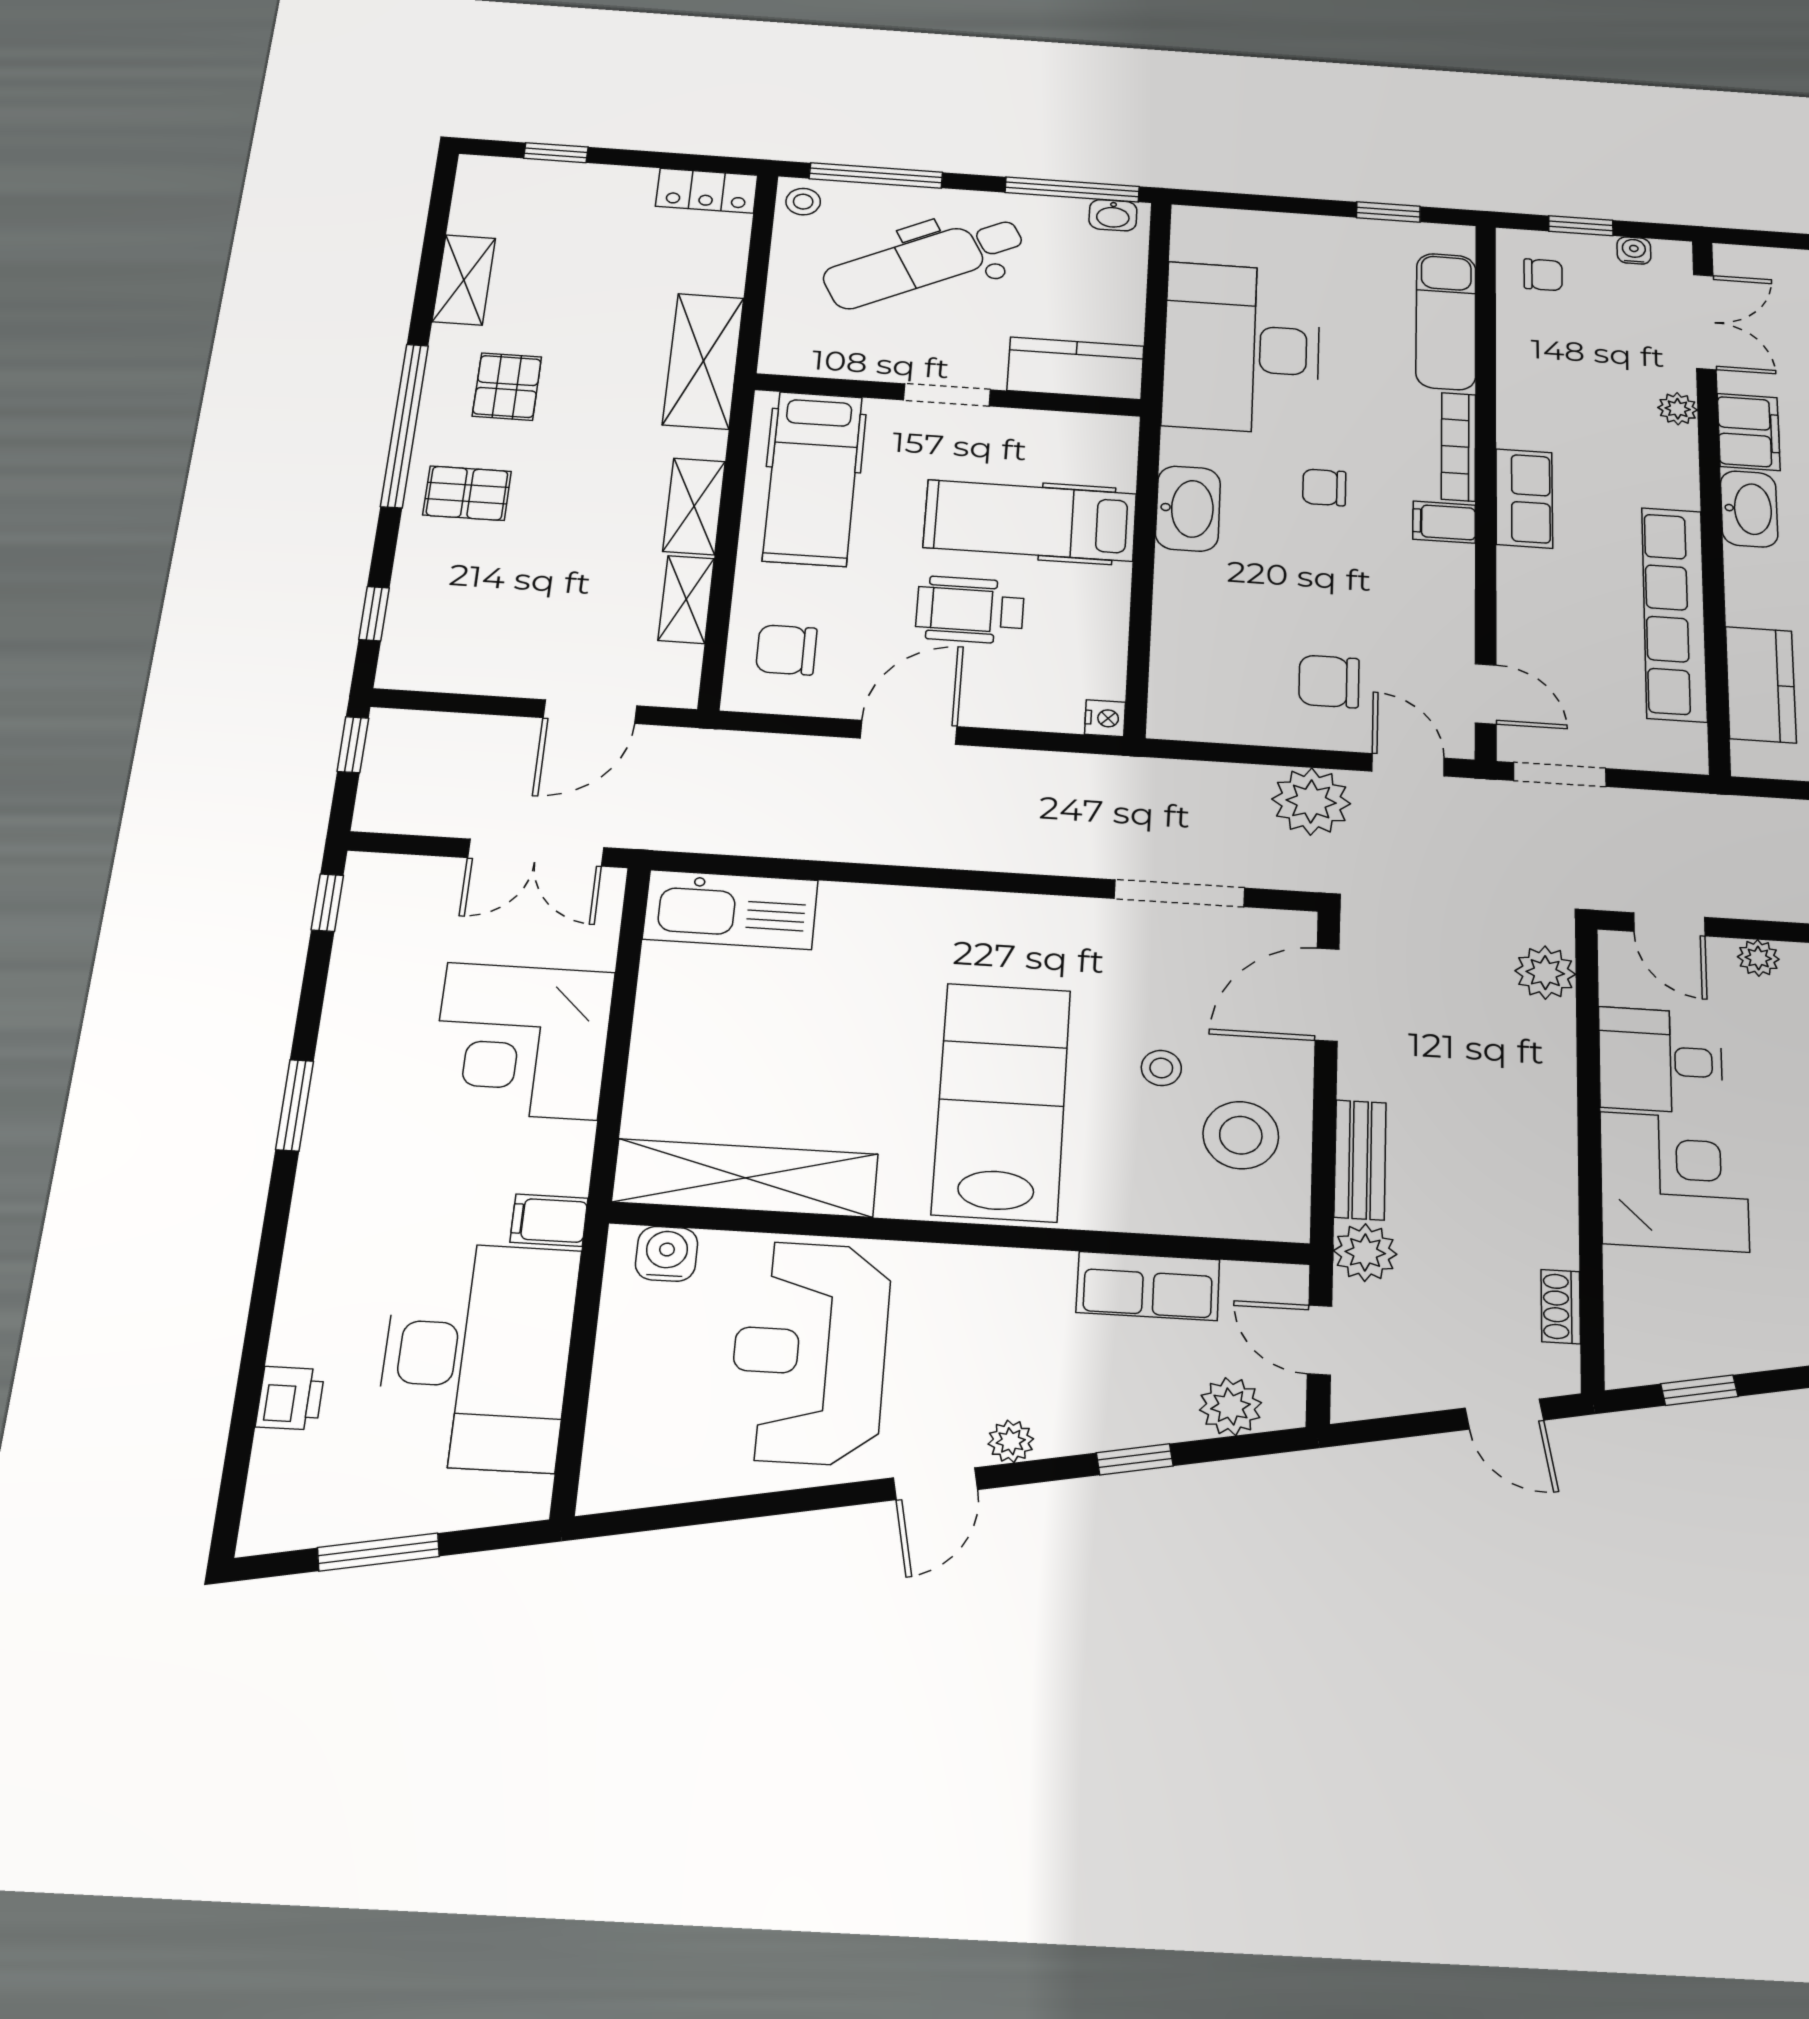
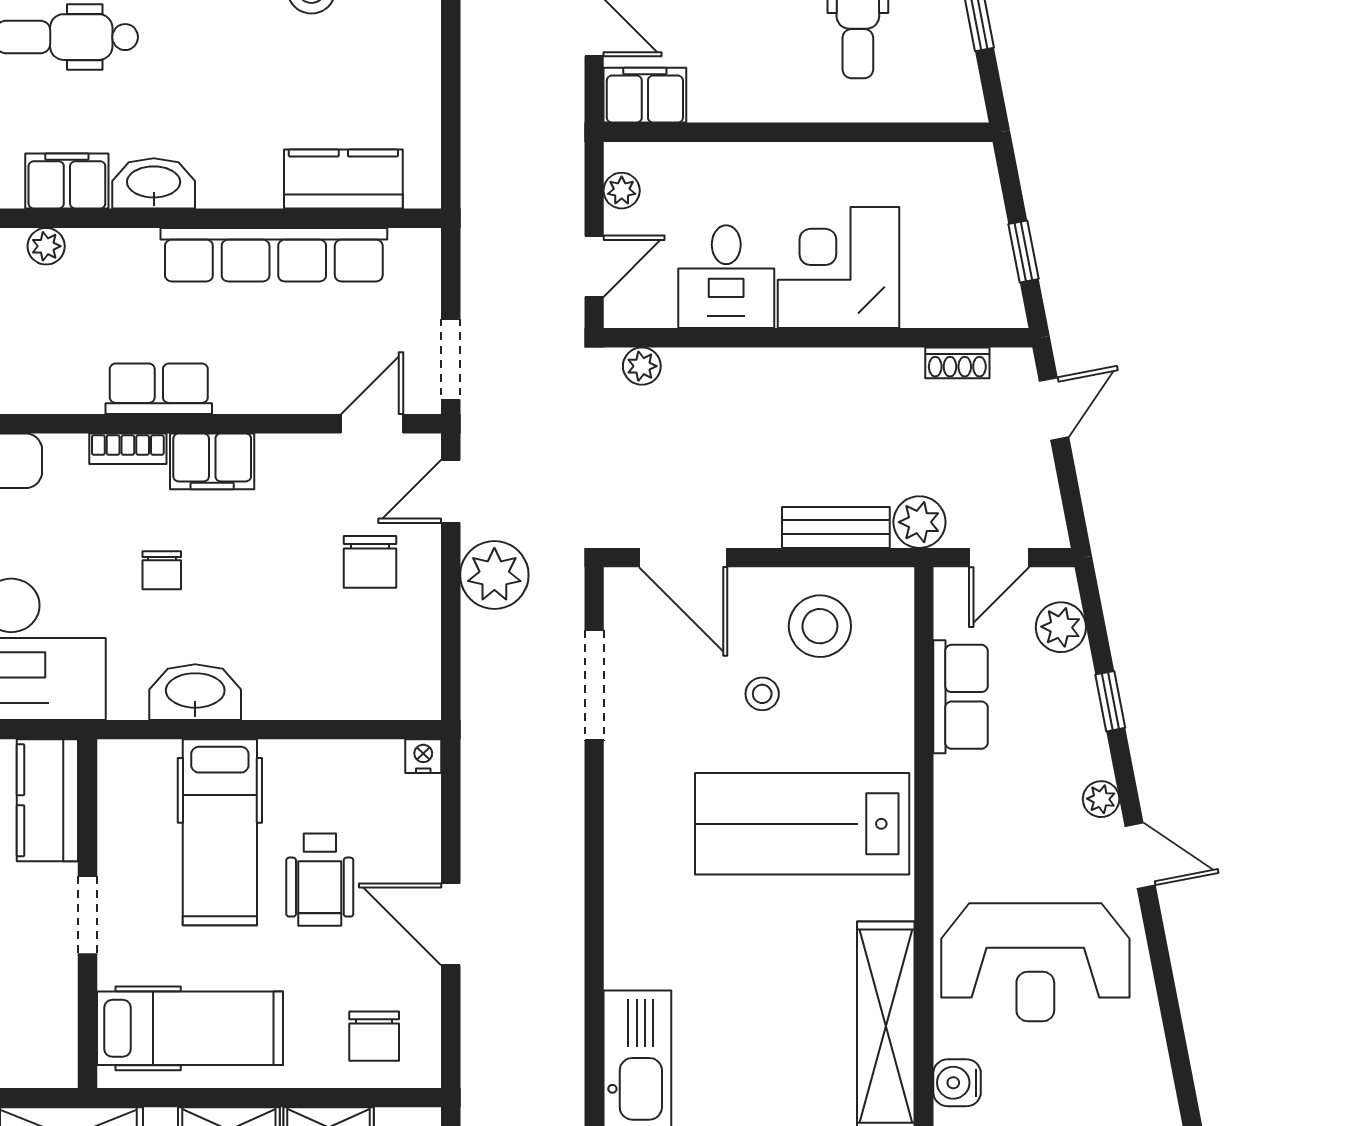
bookcase: (1458, 447) -> (128, 449), width x0.64
filing cabinet: (1444, 522) -> (212, 461), width x2.00
plant: (1545, 973) -> (642, 366), width x0.73, depth x0.73

